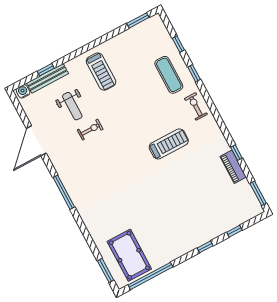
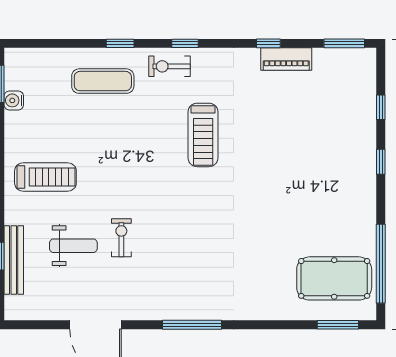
window: (178, 44) -> (185, 43), moved
water cooler: (23, 91) -> (14, 100), moved
treadmill: (169, 144) -> (203, 135), turned 180

